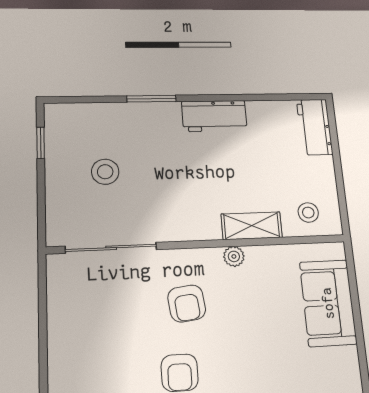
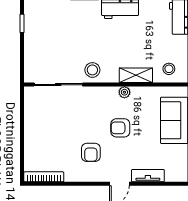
stool: (105, 172) -> (92, 70), moved
armchair: (187, 303) -> (120, 128), moved, turned 97

